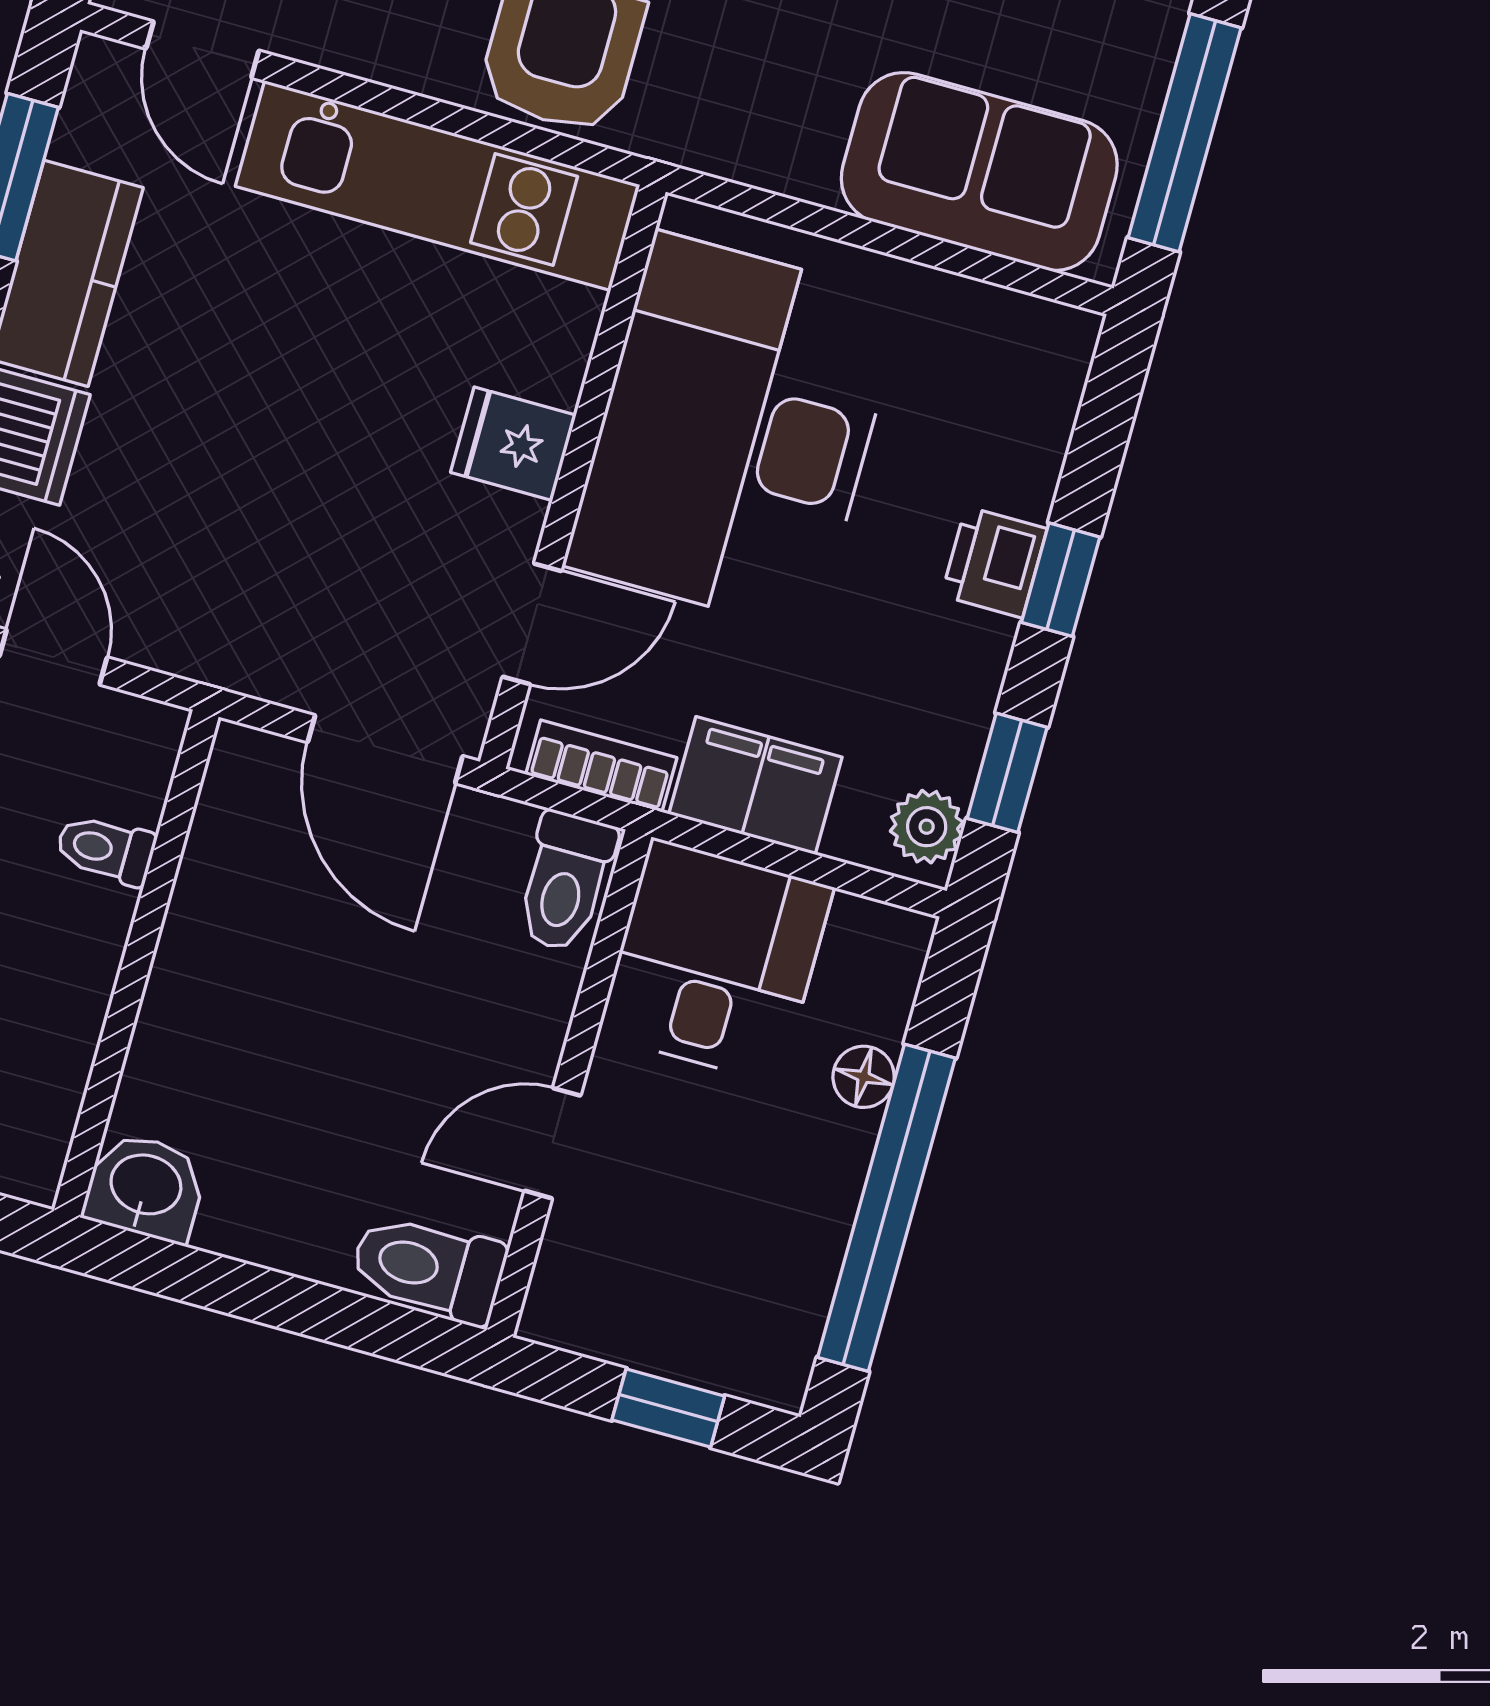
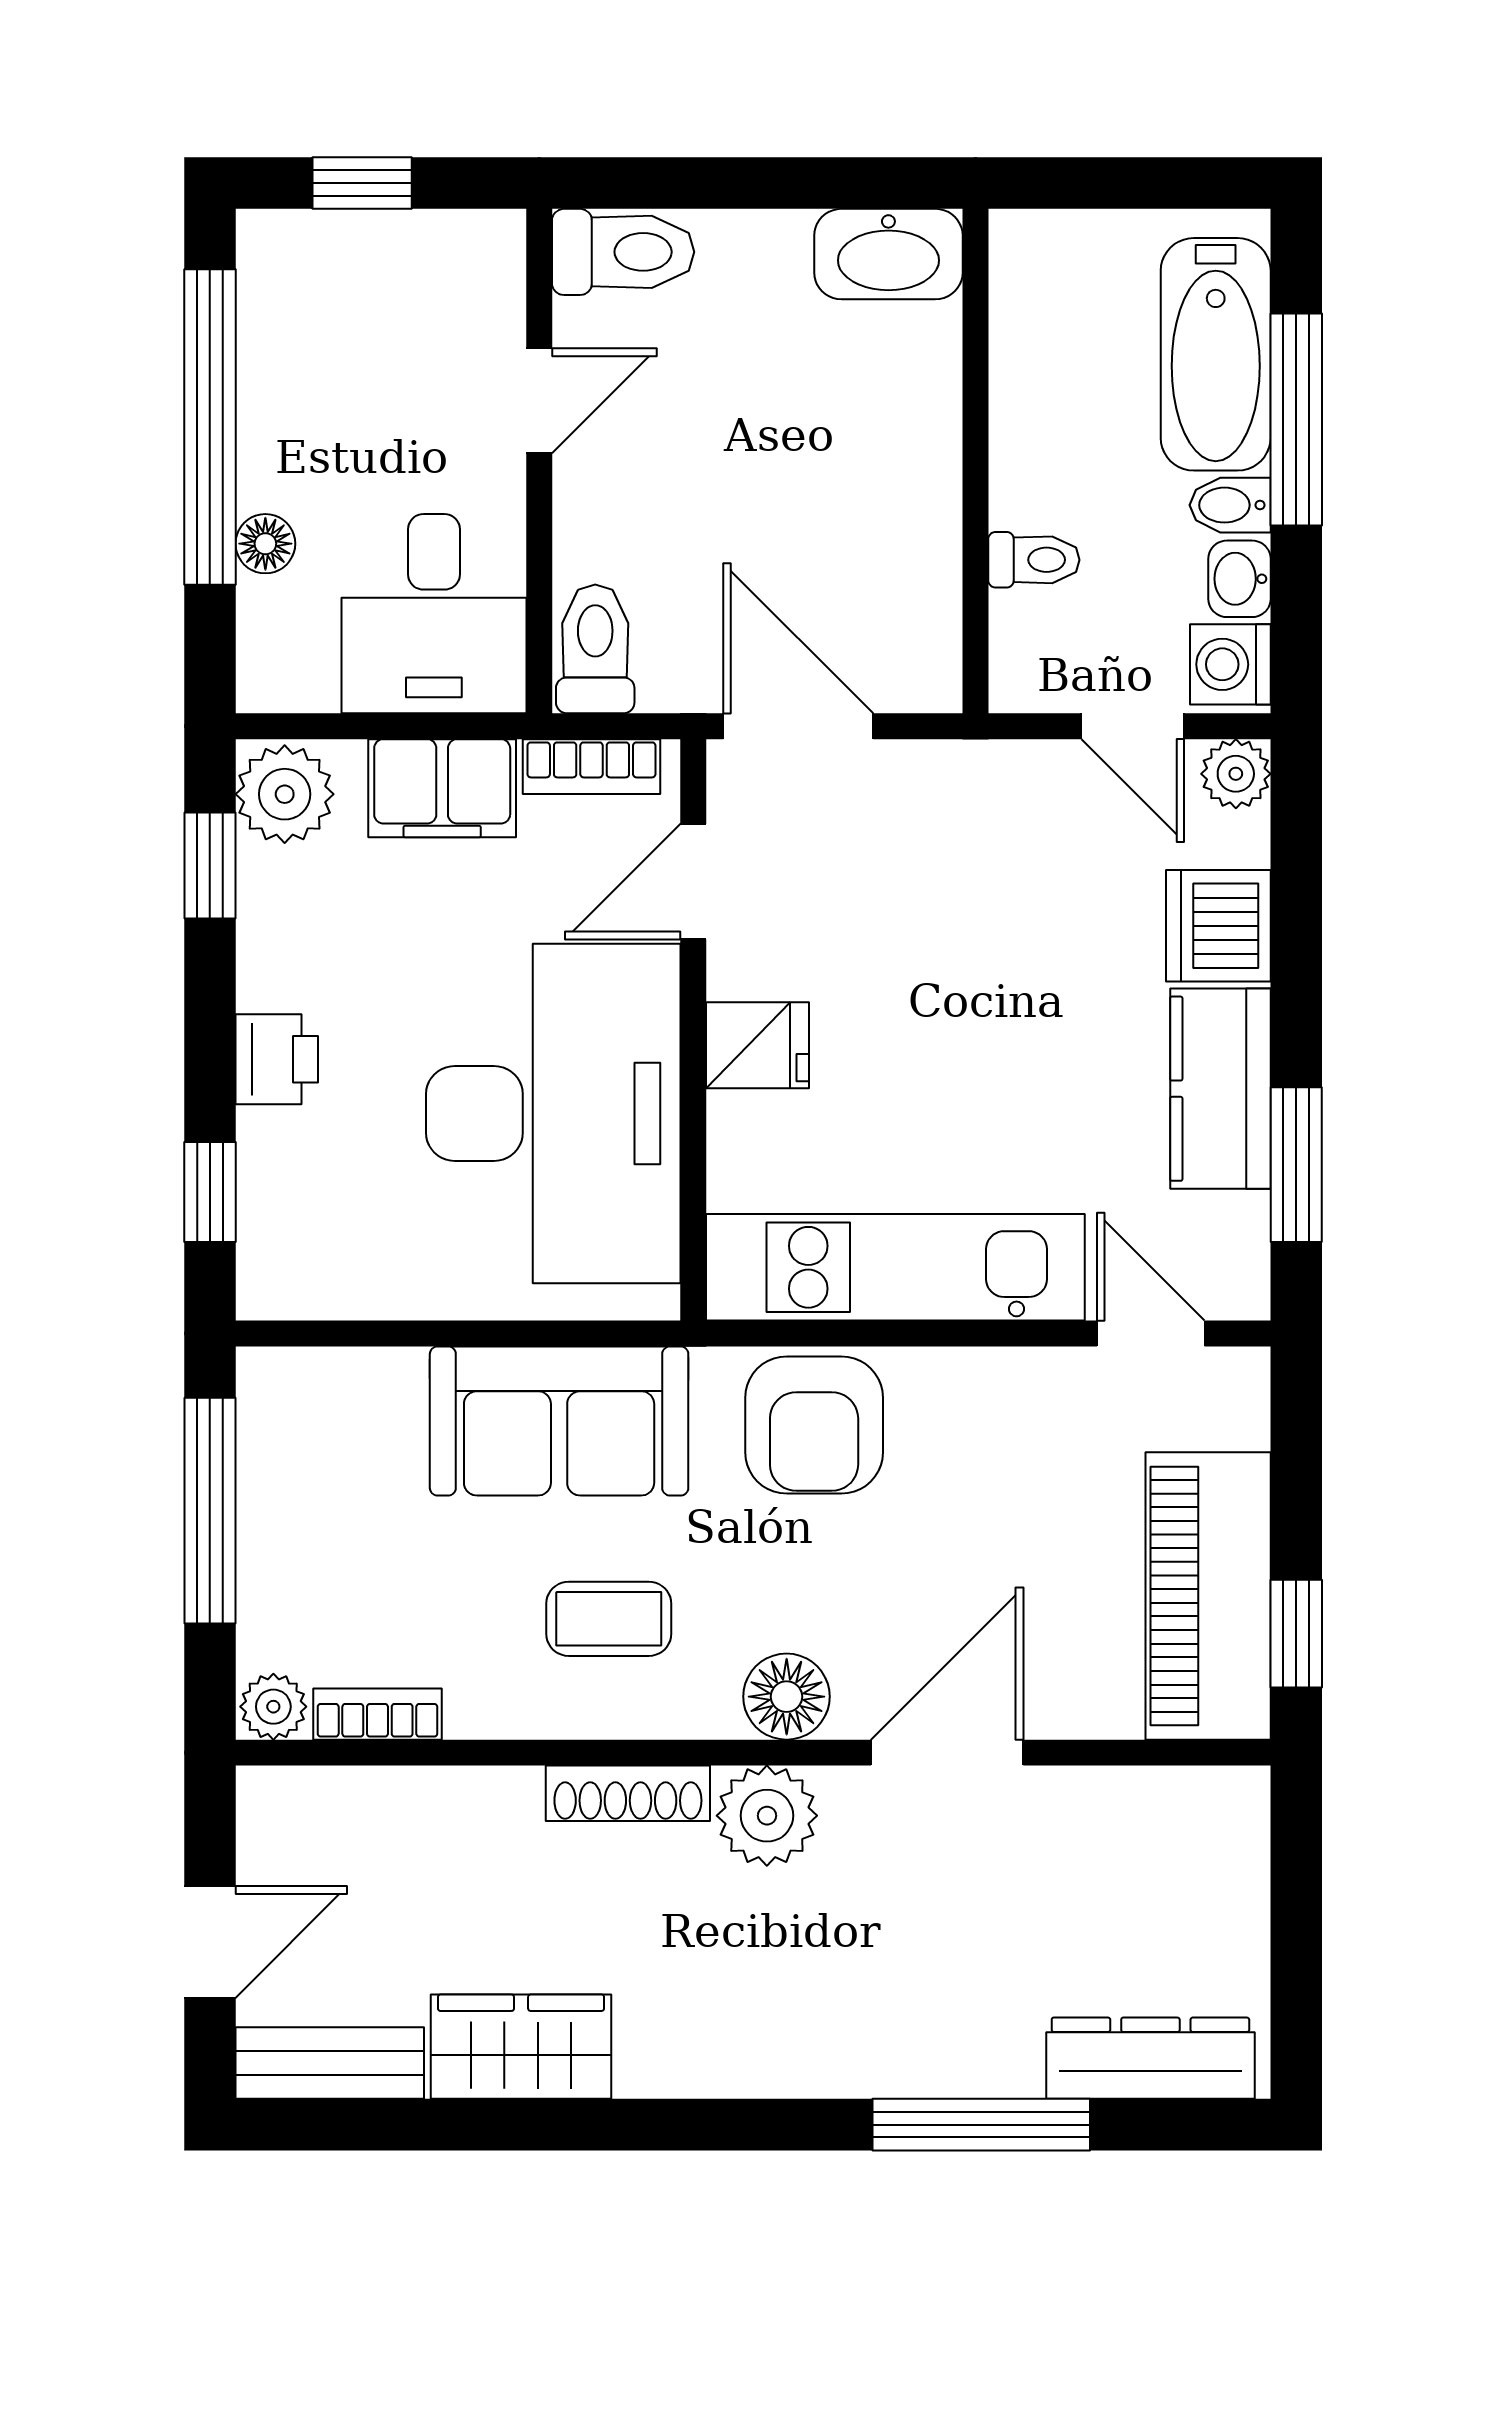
sofa: (979, 172) -> (559, 1421), moved
window: (1061, 580) -> (210, 1192), moved
plant: (927, 827) -> (285, 794), width x1.38, depth x1.38
washbasin: (145, 1187) -> (888, 254), width x1.38

